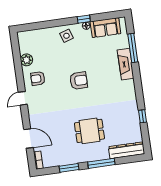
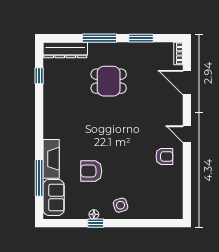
sofa: (105, 28) -> (54, 197), moved, turned 90
plant: (27, 60) -> (175, 182), removed
armchair: (79, 81) -> (91, 171), moved
door: (23, 98) -> (187, 134), swing flipped
window: (142, 116) -> (39, 76), moved

